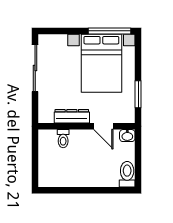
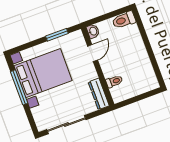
window: (109, 31) -> (19, 87), moved
dresser: (72, 116) -> (99, 94), moved

